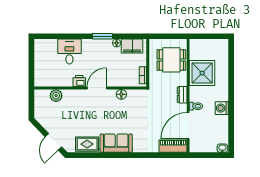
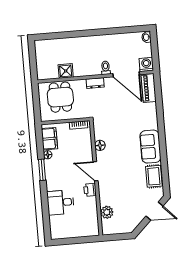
shower: (202, 73) -> (66, 71), width x0.54, depth x0.54
washing machine: (222, 108) -> (146, 64), moved, turned 180

